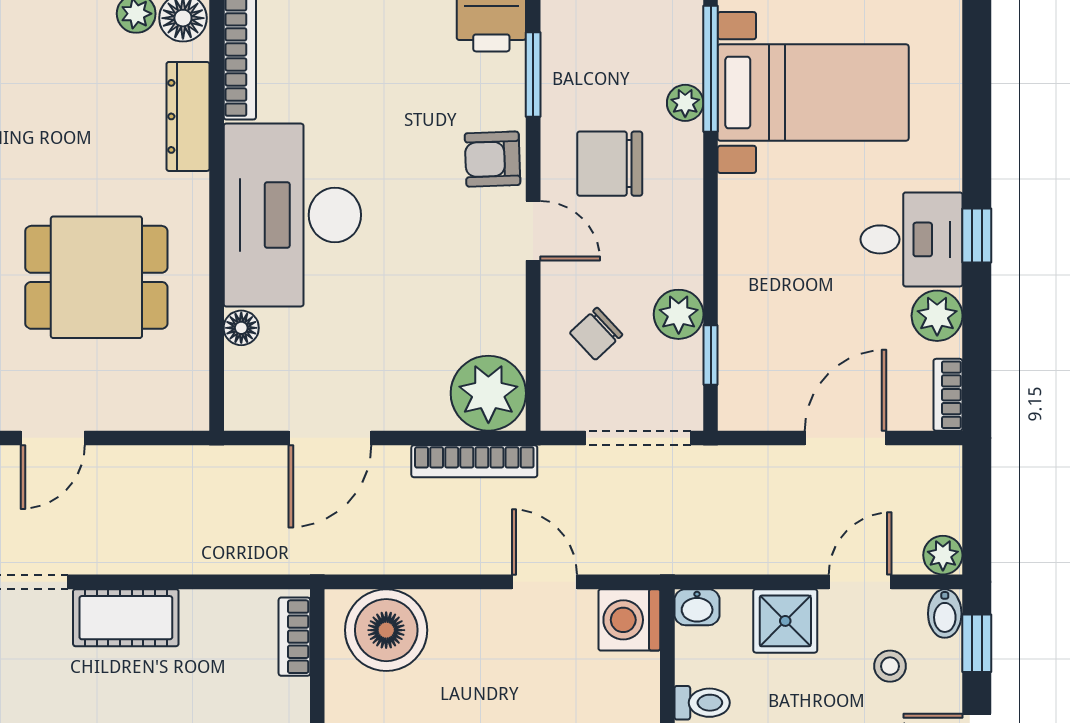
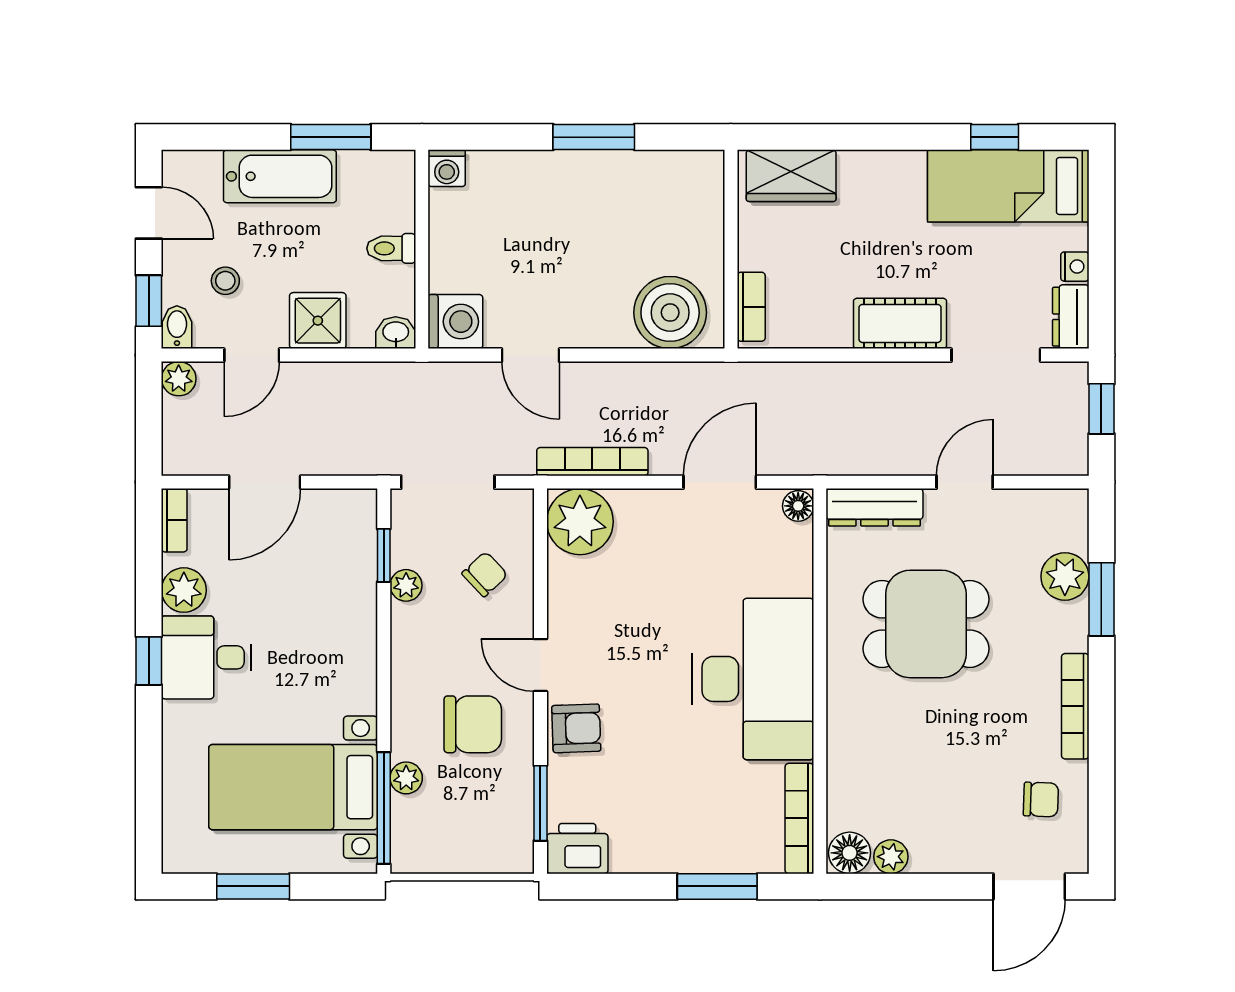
dresser: (188, 116) -> (874, 507), moved, turned 90
plant: (679, 314) -> (406, 585), width x0.73, depth x0.73
floor lamp: (241, 328) -> (798, 506), moved

